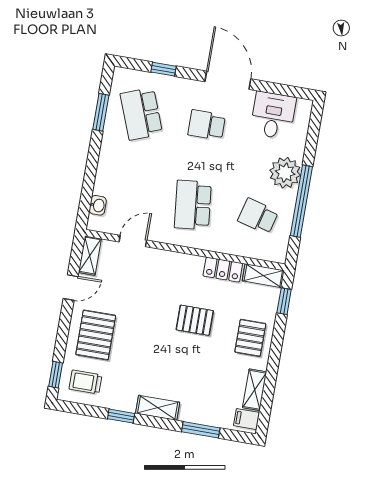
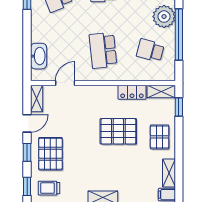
washbasin: (98, 205) -> (39, 56), width x1.91, depth x1.45
pallet: (195, 320) -> (118, 131), width x1.50, depth x1.42
window: (64, 327) -> (27, 152), added

